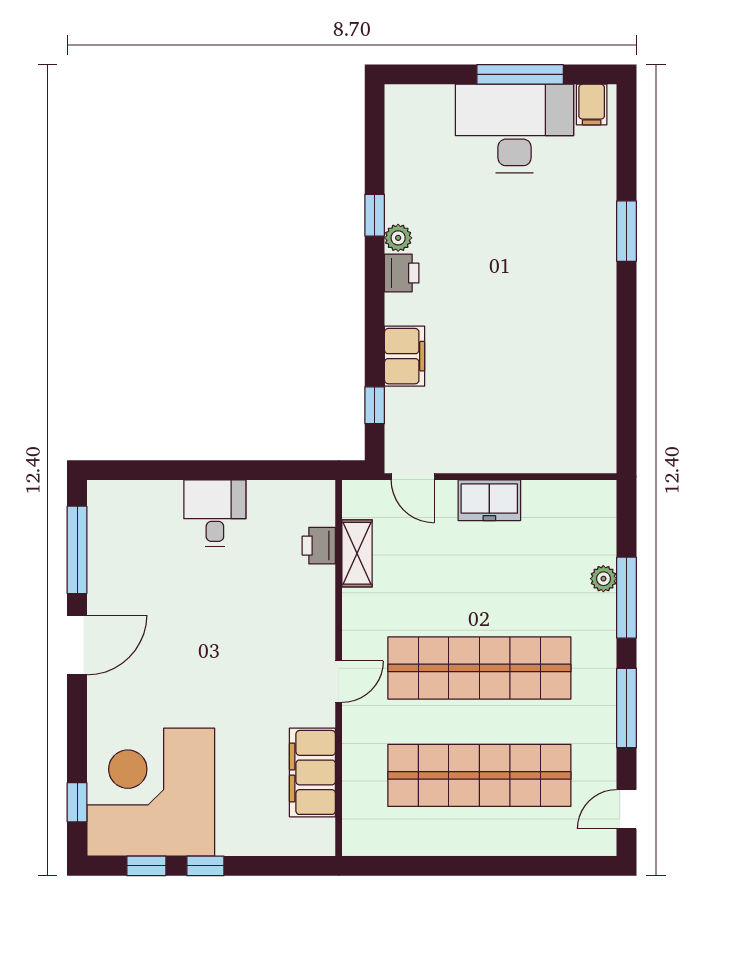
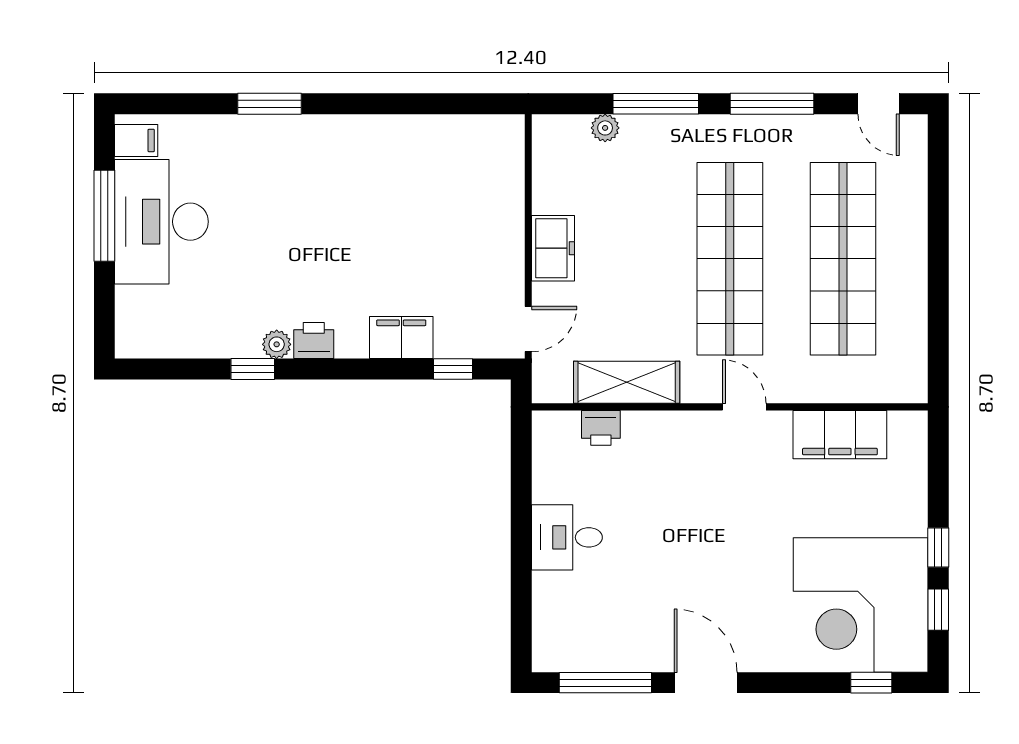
shelving: (357, 553) -> (627, 382), width x1.50, depth x1.33
plant: (603, 579) -> (605, 128), moved

